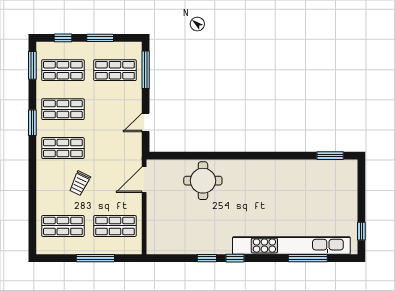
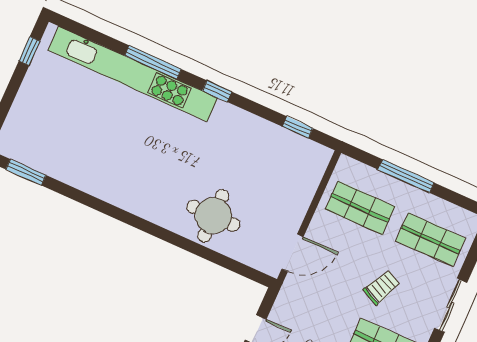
sliding door: (32, 191) -> (451, 305), added
window: (207, 258) -> (298, 127), moved
window: (308, 258) -> (153, 62), moved

